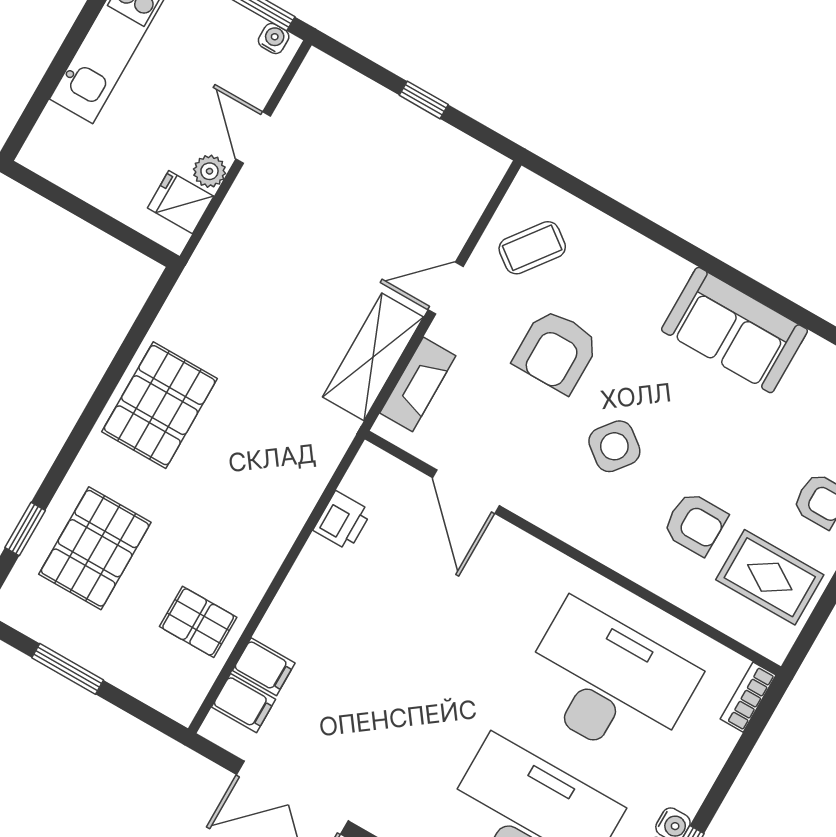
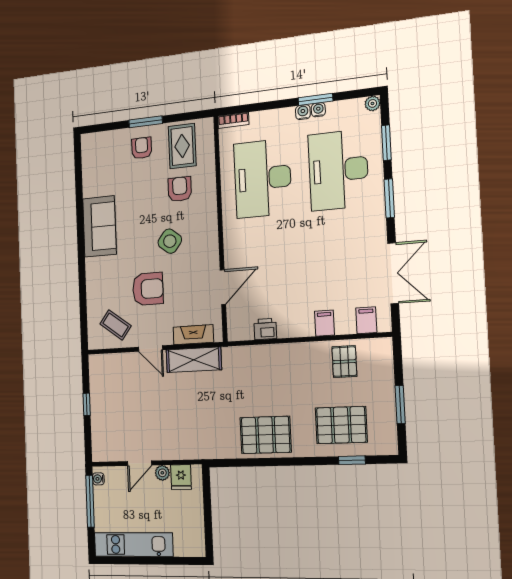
filing cabinet: (264, 667) -> (324, 323), moved

